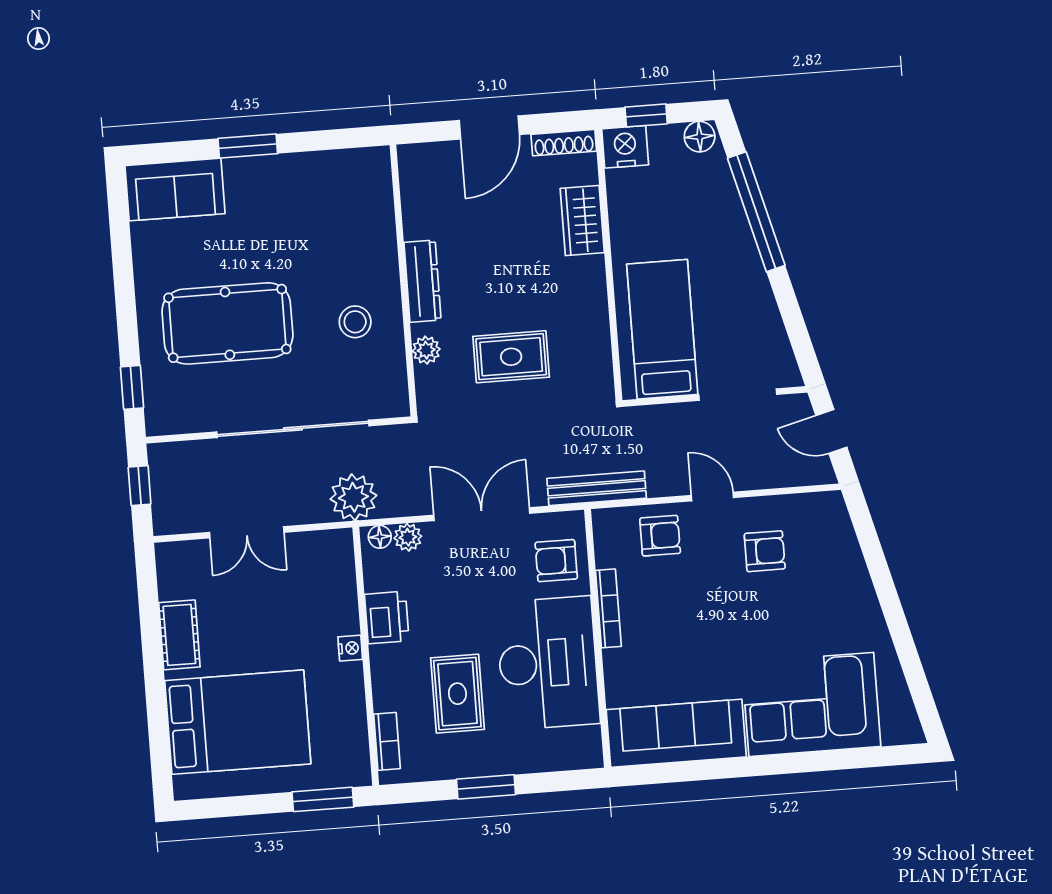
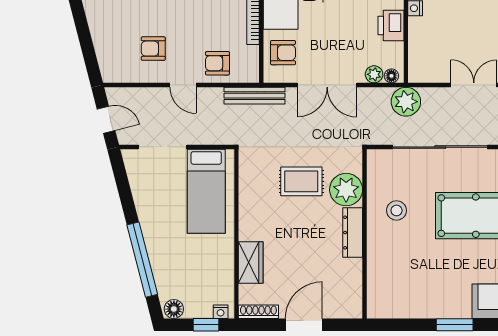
nightstand: (625, 147) -> (221, 312), width x0.53, depth x0.56
plant: (426, 350) -> (346, 190), width x1.88, depth x1.88

